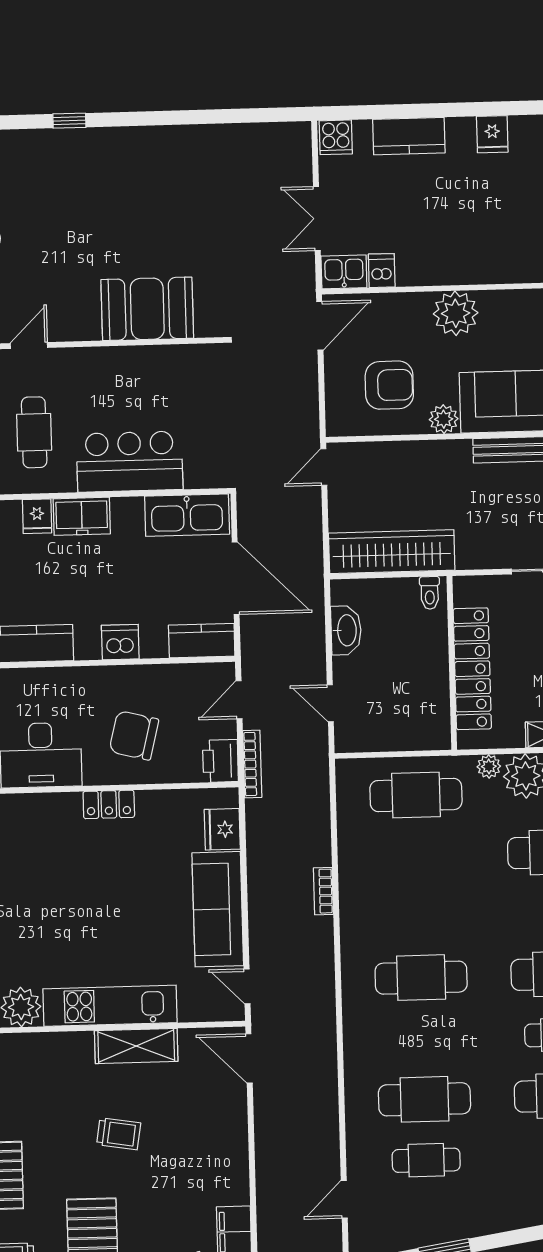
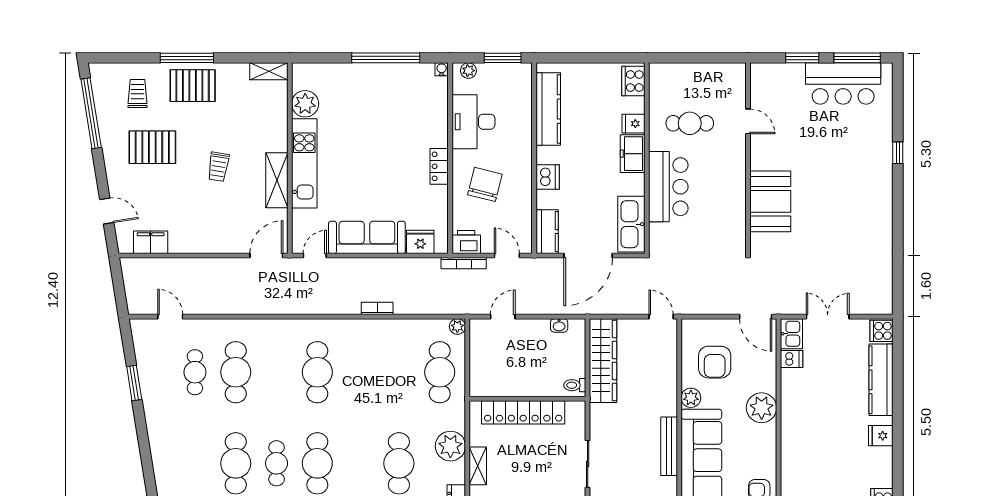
kitchen counter: (409, 136) -> (881, 380), width x1.50
washbasin: (346, 630) -> (559, 325), width x0.52, depth x0.69
plant: (489, 766) -> (457, 326), moved

